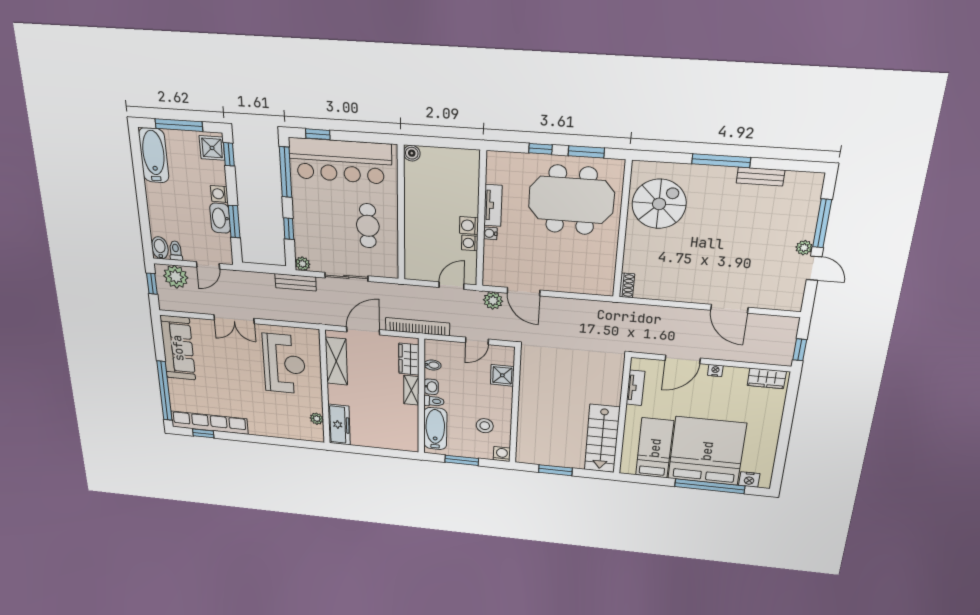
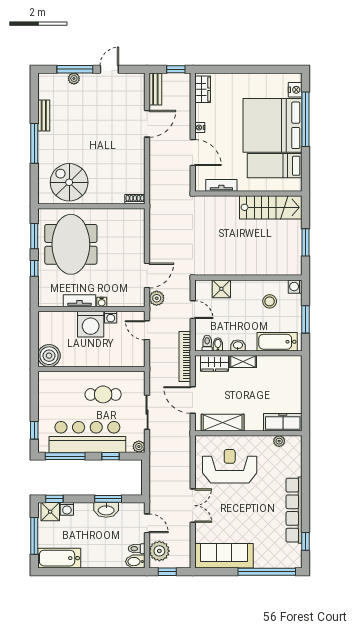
boiler: (412, 153) -> (49, 356), width x1.86, depth x1.86
bar counter: (340, 161) -> (87, 437), moved, turned -90
washing machine: (219, 194) -> (67, 509), moved
washing machine: (469, 225) -> (91, 324), width x1.89, depth x1.89
plant: (804, 248) -> (74, 79), moved
bench: (296, 282) -> (155, 89), moved
toilet: (434, 401) -> (207, 343), moved
row of seats: (210, 423) -> (294, 510), moved

